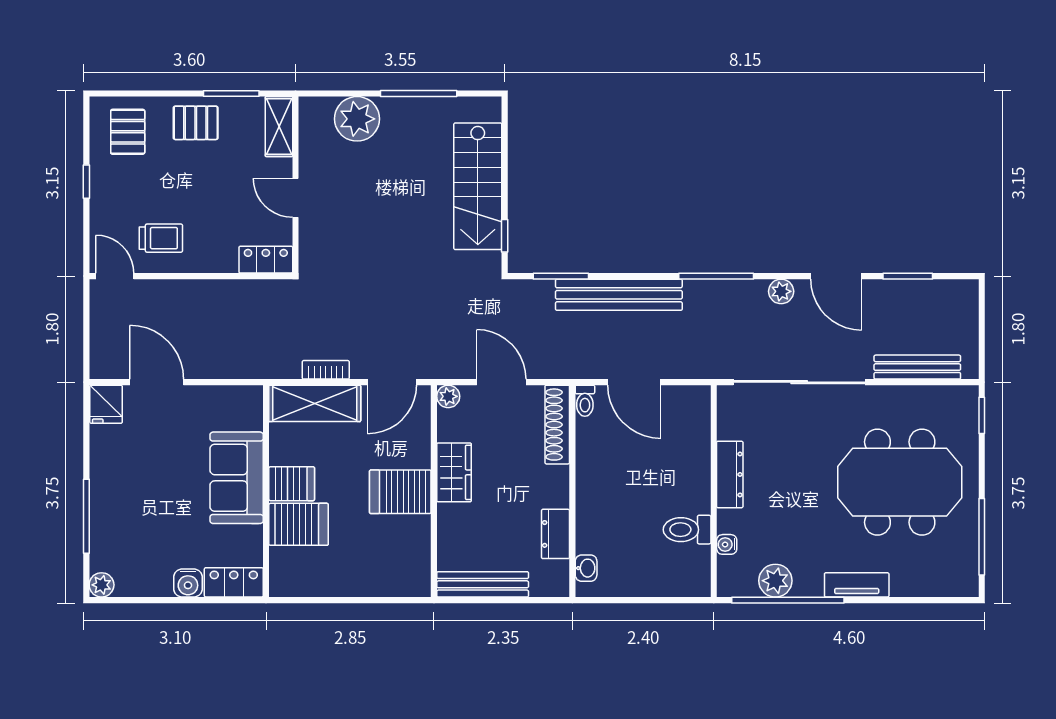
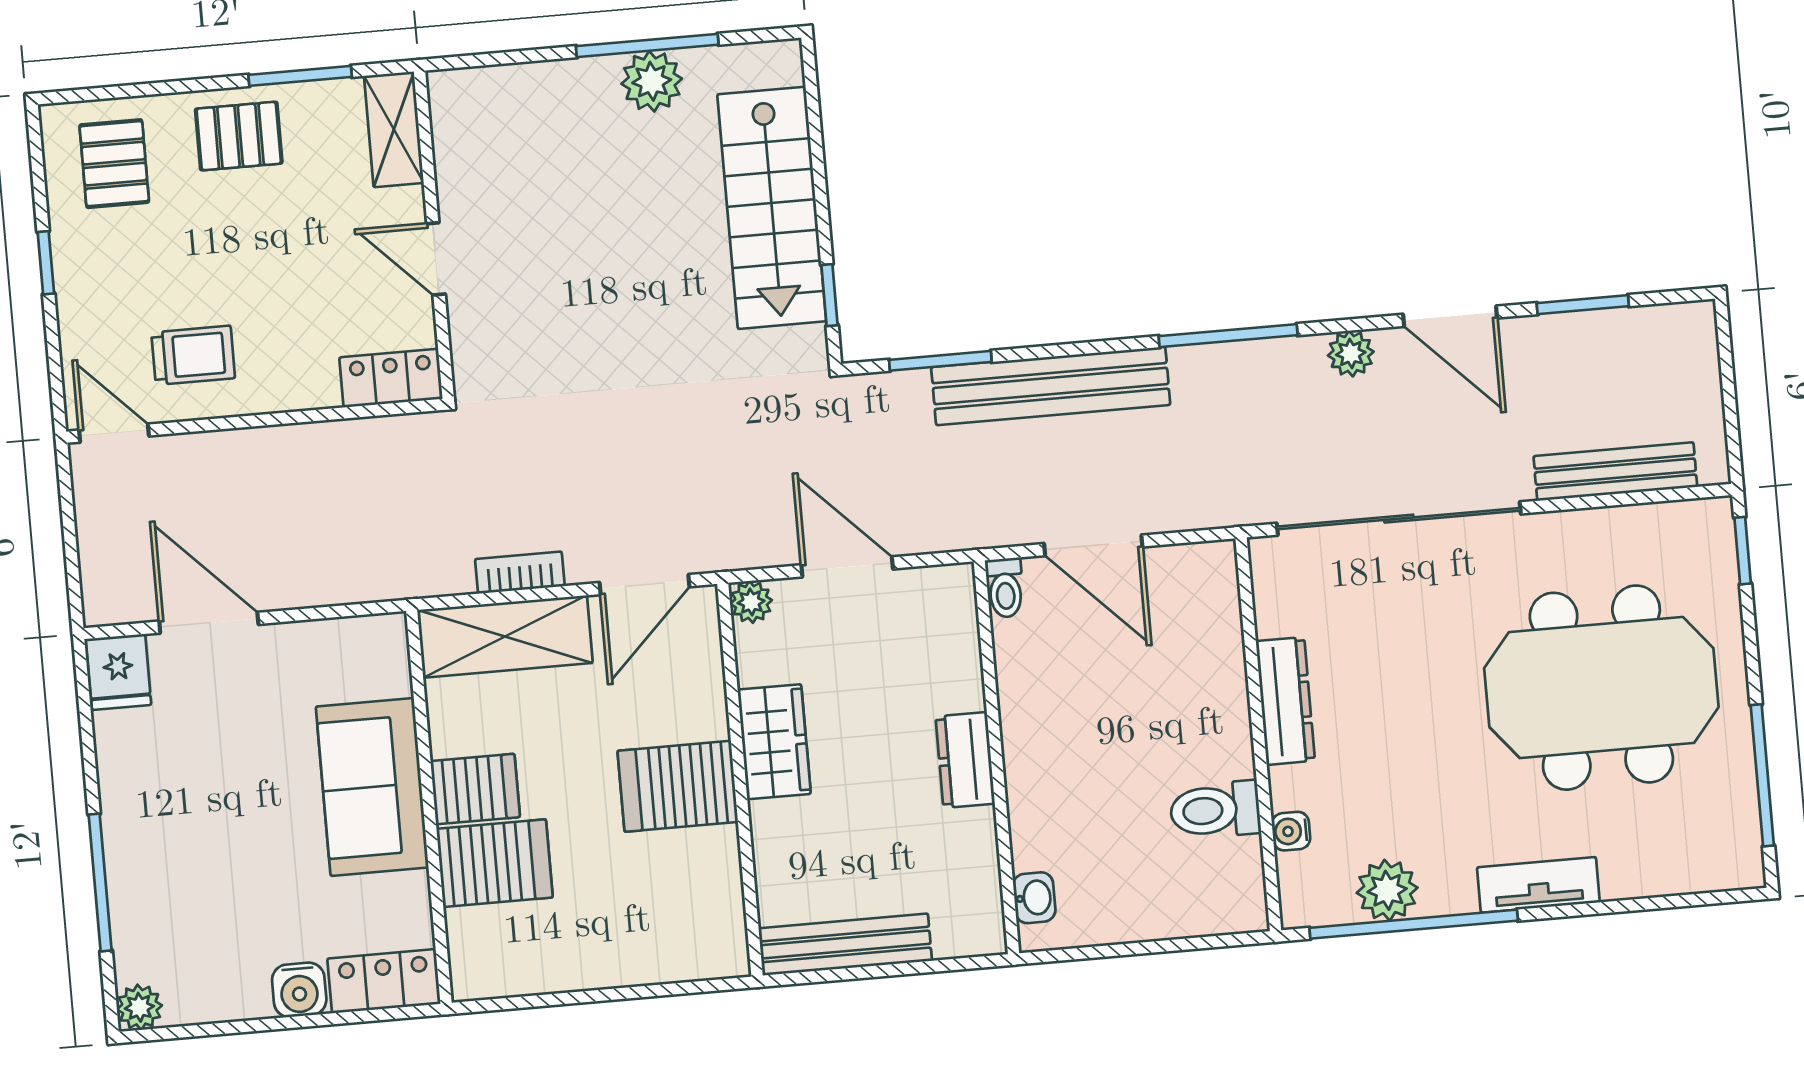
plant: (357, 119) -> (652, 81), moved, width x0.73, depth x0.73
shoe rack: (557, 425) -> (958, 636), removed
dresser: (555, 534) -> (965, 760), moved

